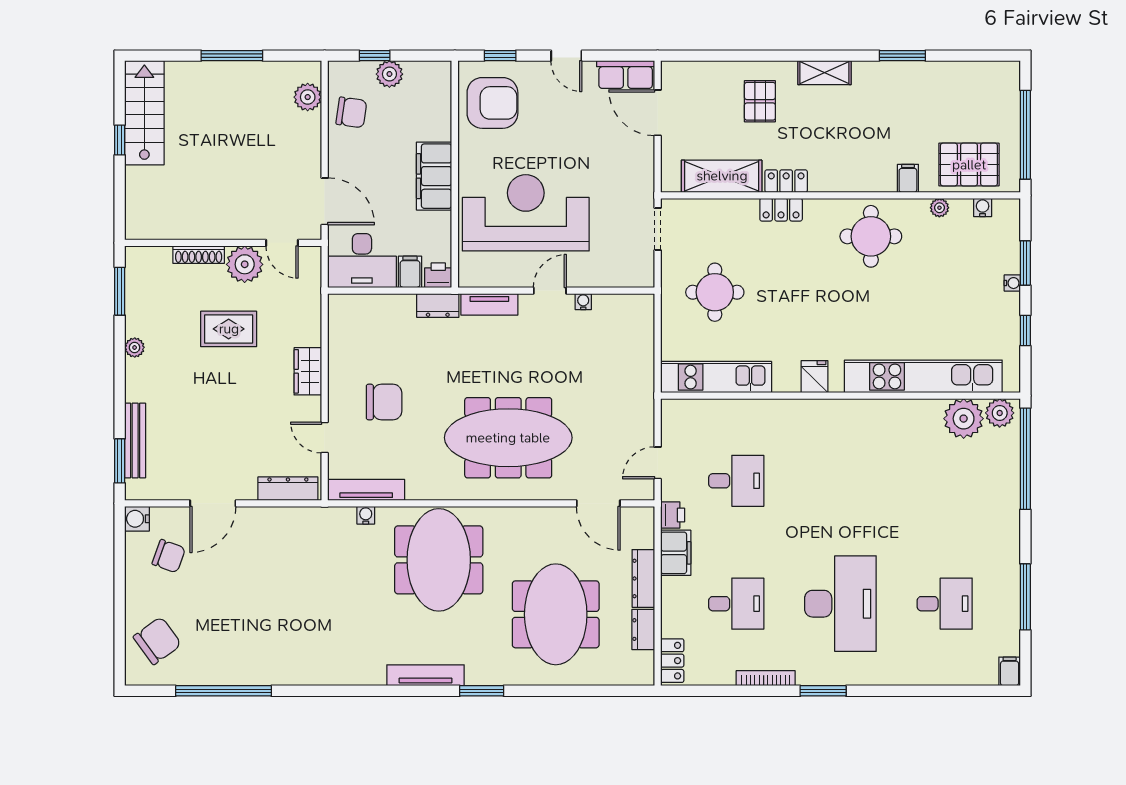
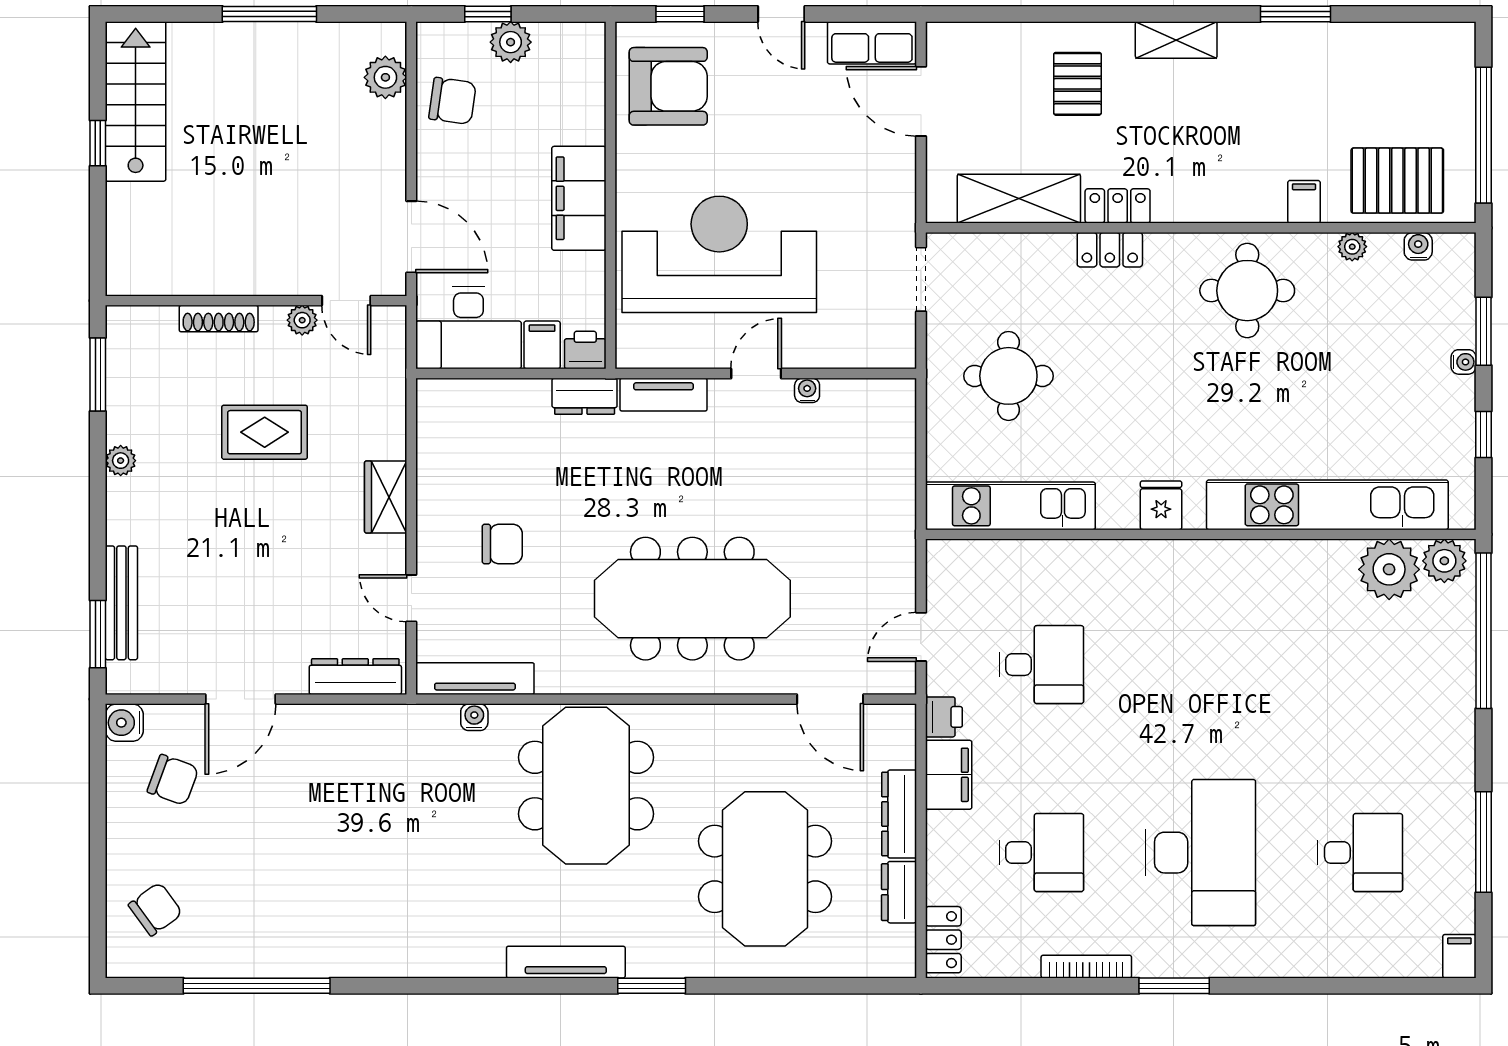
plant: (245, 264) -> (302, 320), width x0.53, depth x0.53
chair: (384, 402) -> (502, 544), width x0.73, depth x0.73
chair: (157, 641) -> (155, 909), width x0.73, depth x0.73

